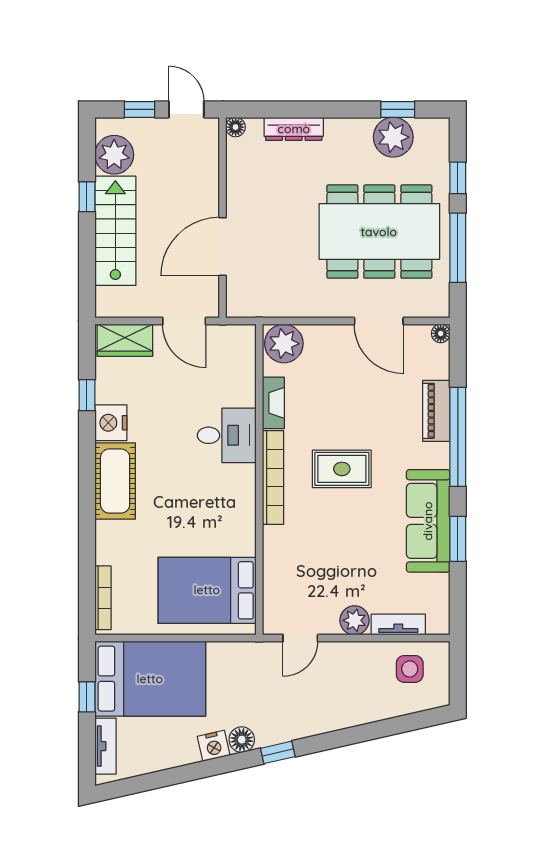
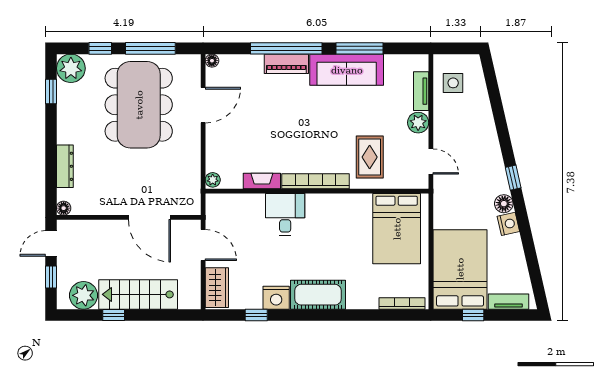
plant: (393, 137) -> (71, 68), moved
door: (184, 321) -> (203, 245), hinge flipped
plant: (284, 344) -> (213, 180), width x0.53, depth x0.53
piano: (436, 411) -> (286, 64), moved
rug: (342, 469) -> (370, 157), moved
window: (458, 539) -> (360, 48), width x1.44

